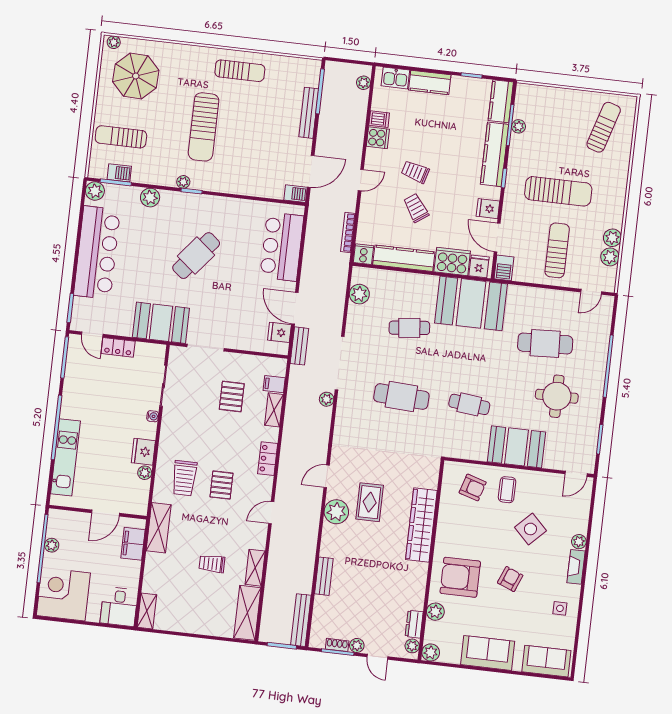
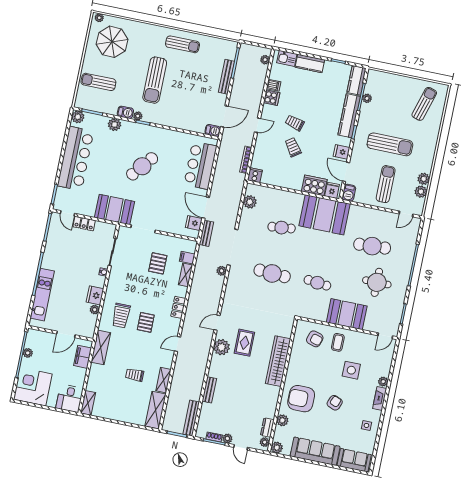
barbecue: (119, 173) -> (125, 112), moved
kitchen counter: (404, 258) -> (282, 180), removed
side table: (530, 529) -> (351, 370), turned 45
sofa: (488, 653) -> (315, 451), width x1.36

